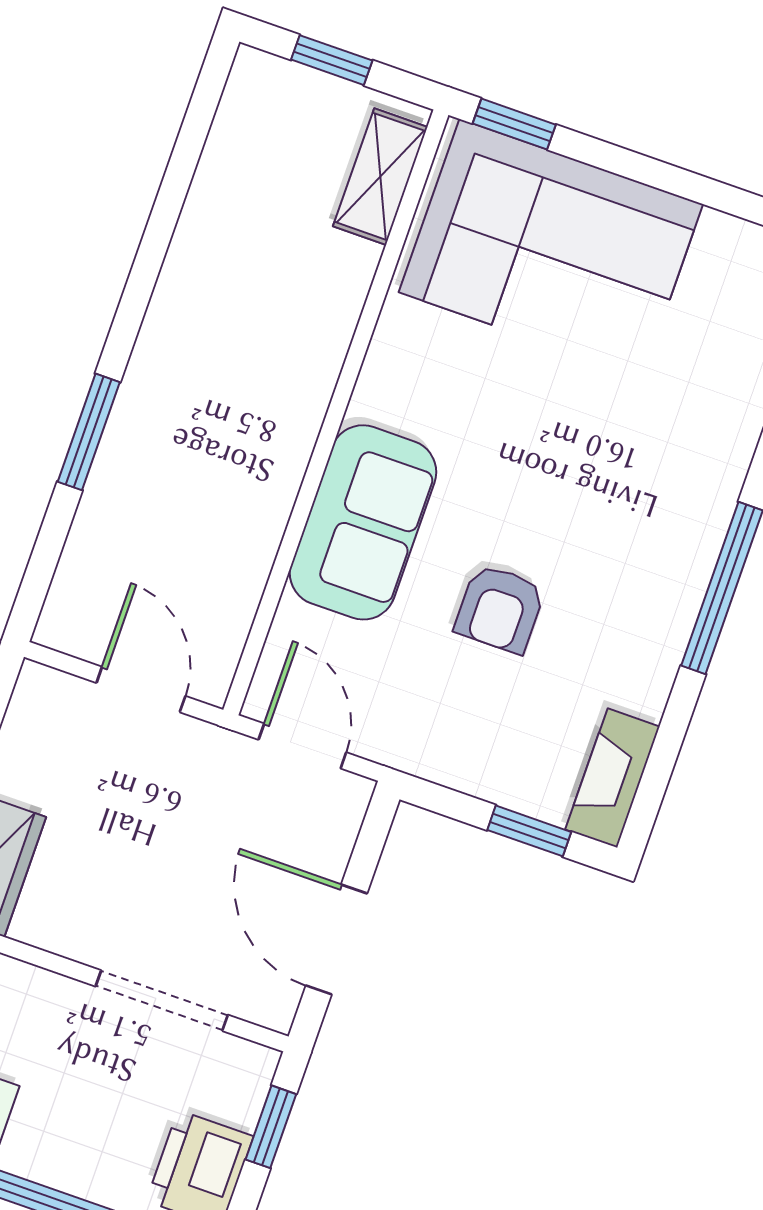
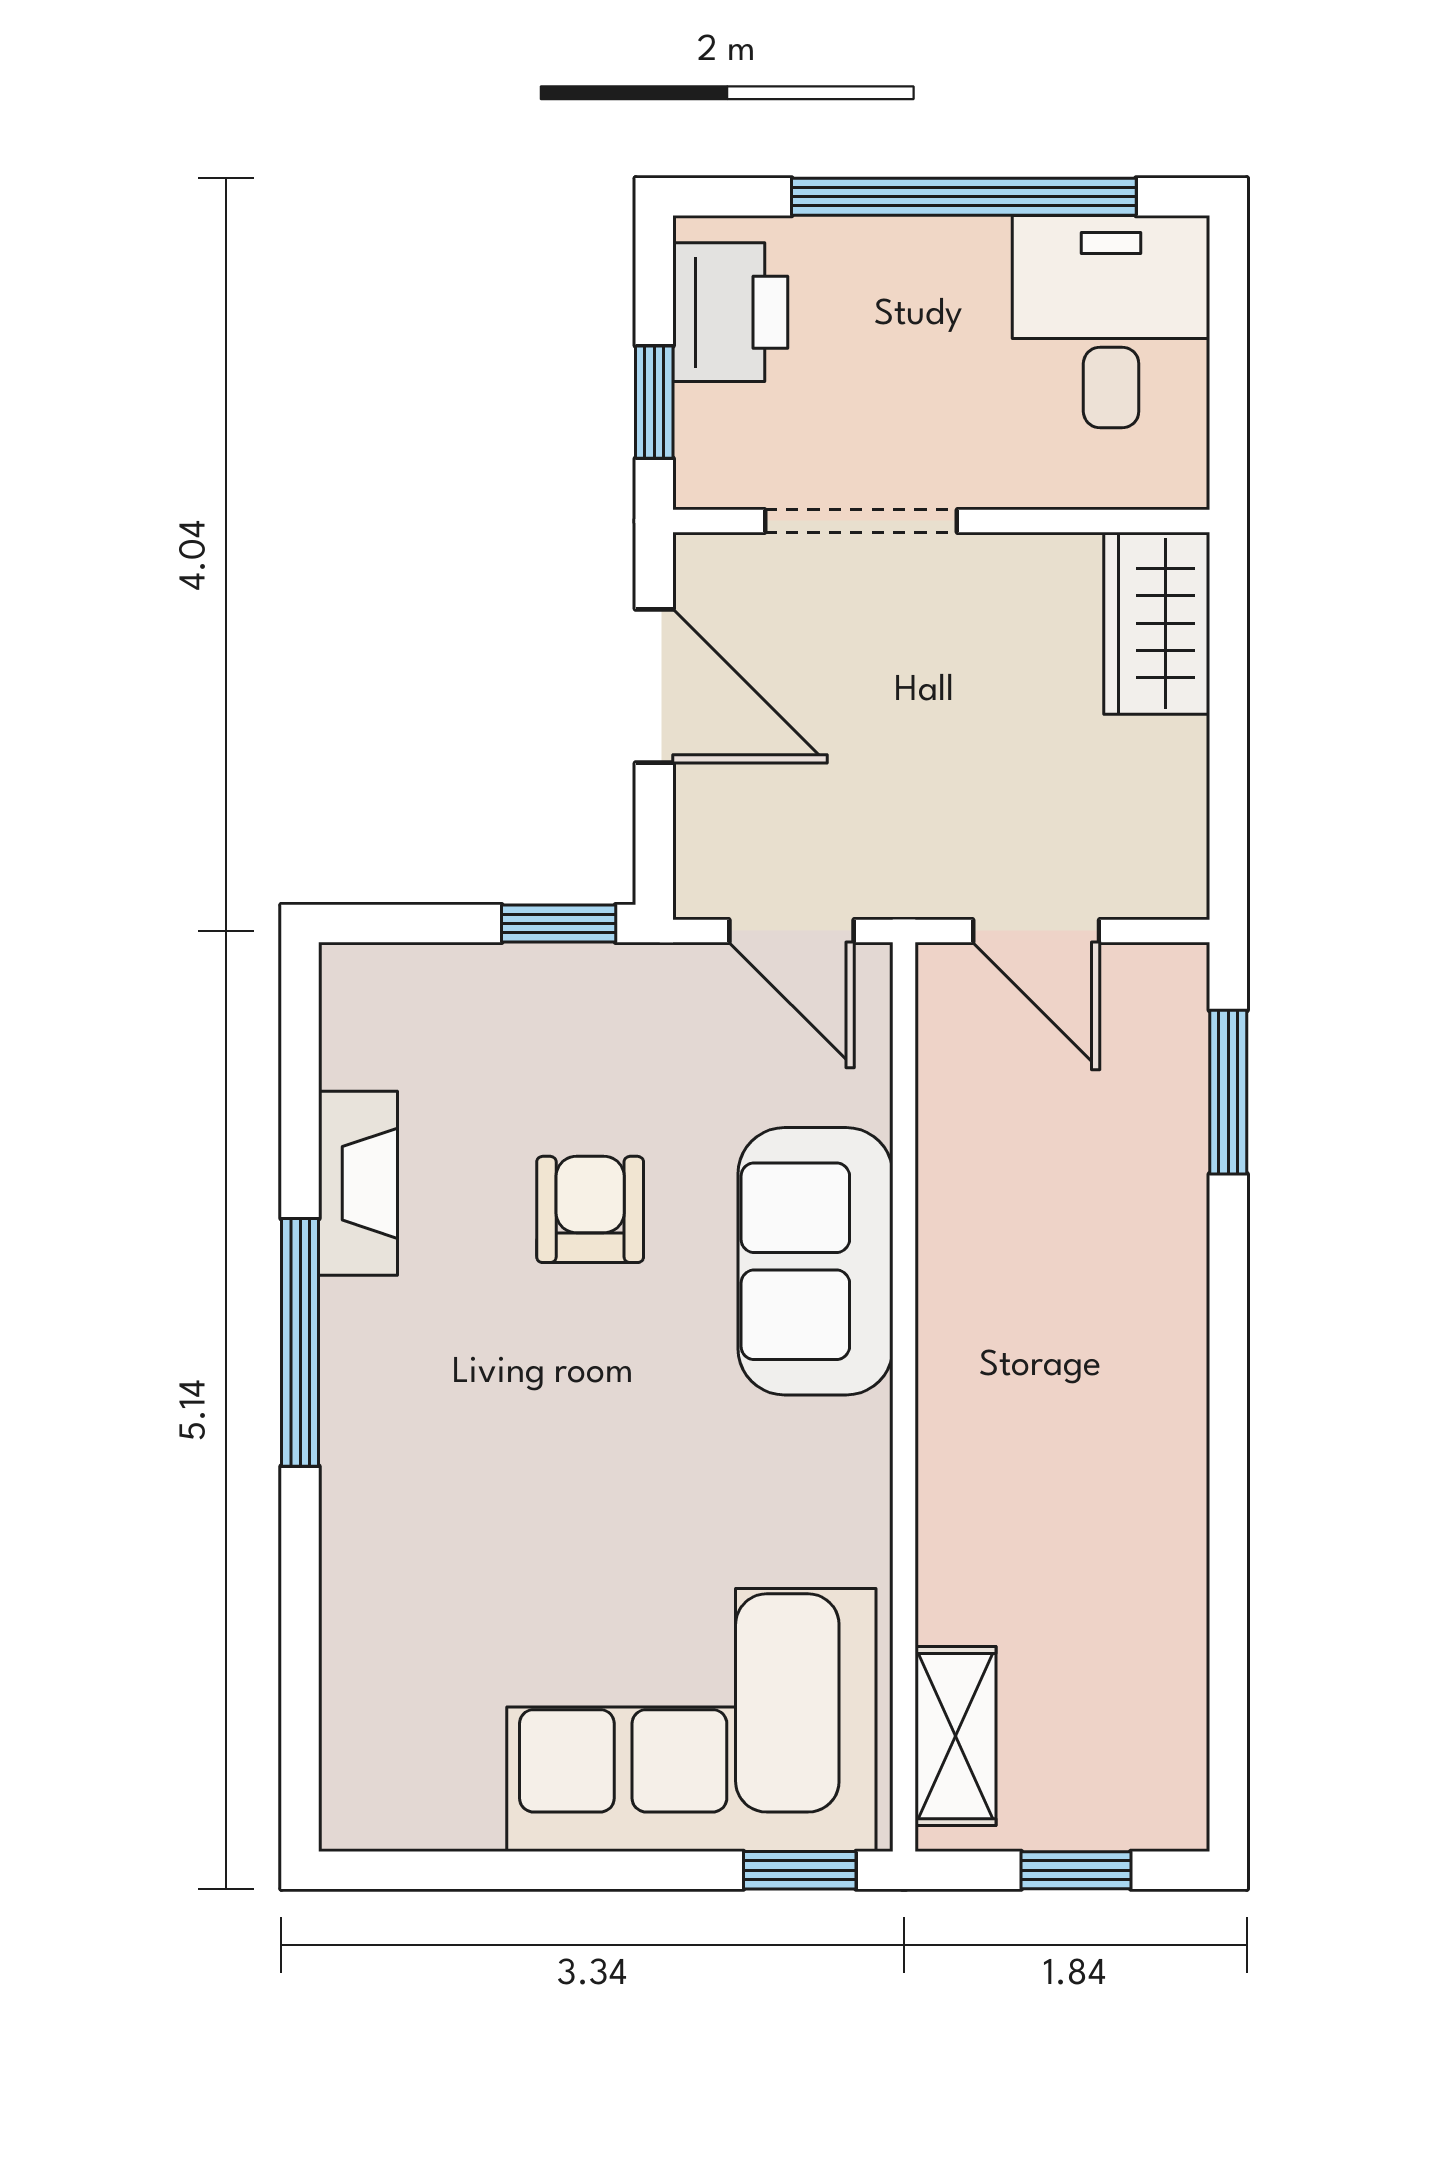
window: (89, 432) -> (1228, 1092), moved
fireplace: (612, 778) -> (358, 1183), moved
window: (529, 831) -> (559, 924), moved

